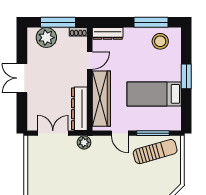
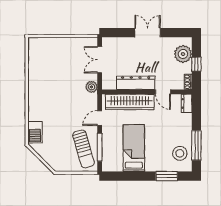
window: (58, 22) -> (196, 64), width x0.46
dresser: (108, 33) -> (187, 103), width x0.70
window: (186, 76) -> (167, 176), moved
dresser: (79, 109) -> (136, 83), moved
double door: (53, 133) -> (100, 60), swing flipped

